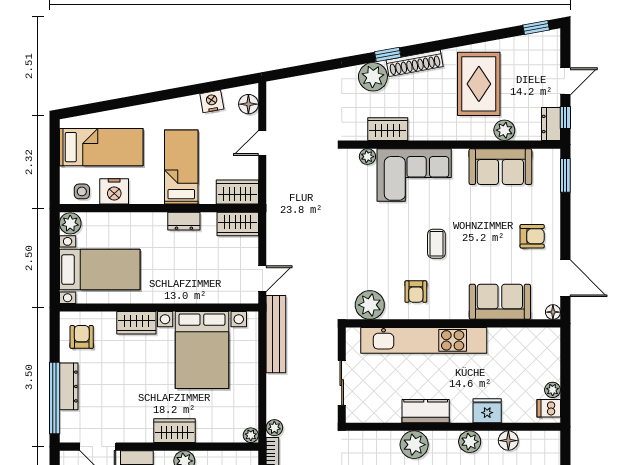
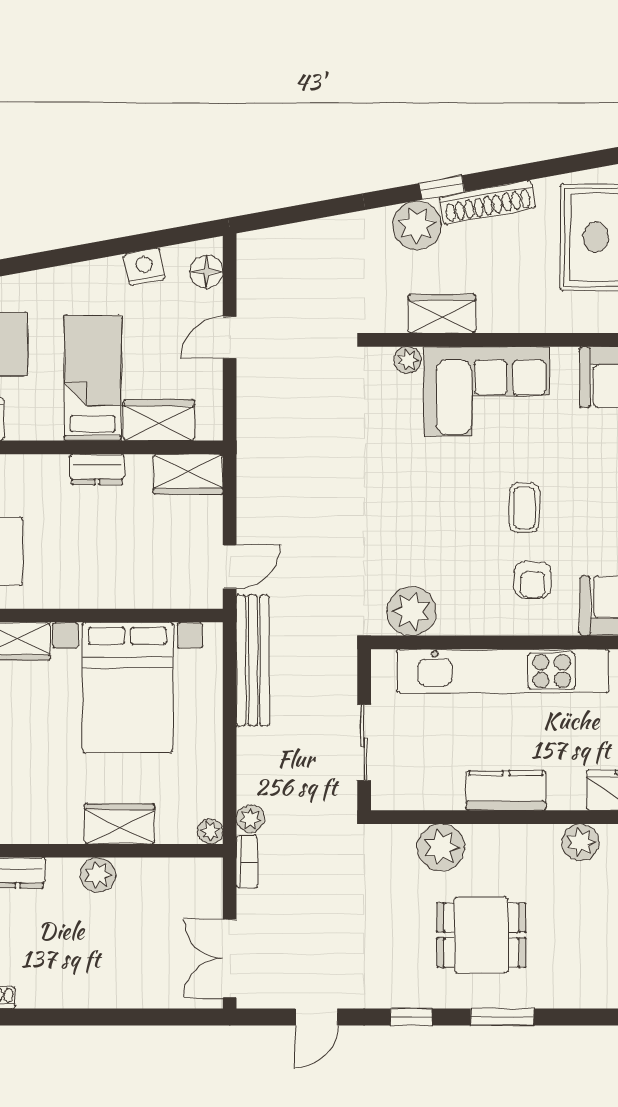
wardrobe: (237, 192) -> (159, 420), moved
armchair: (416, 292) -> (533, 580), moved
wardrobe: (175, 431) -> (120, 824), moved
plant: (414, 445) -> (441, 847), moved

